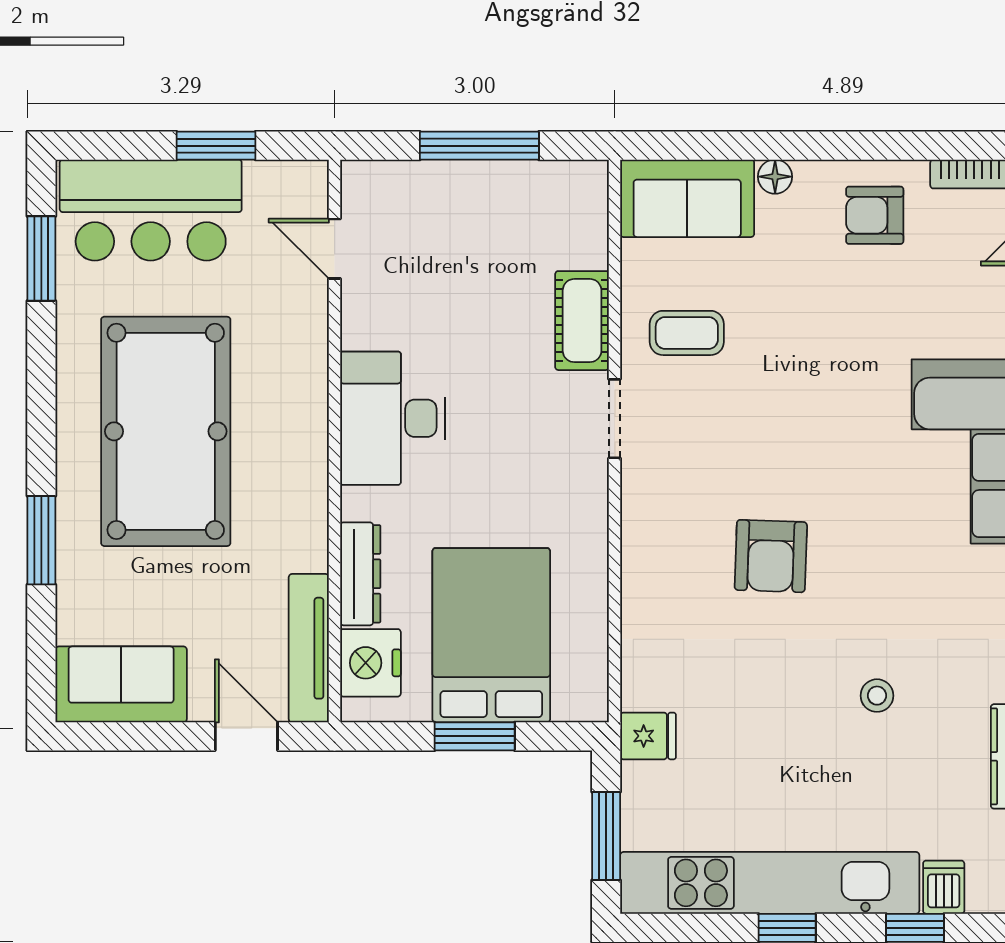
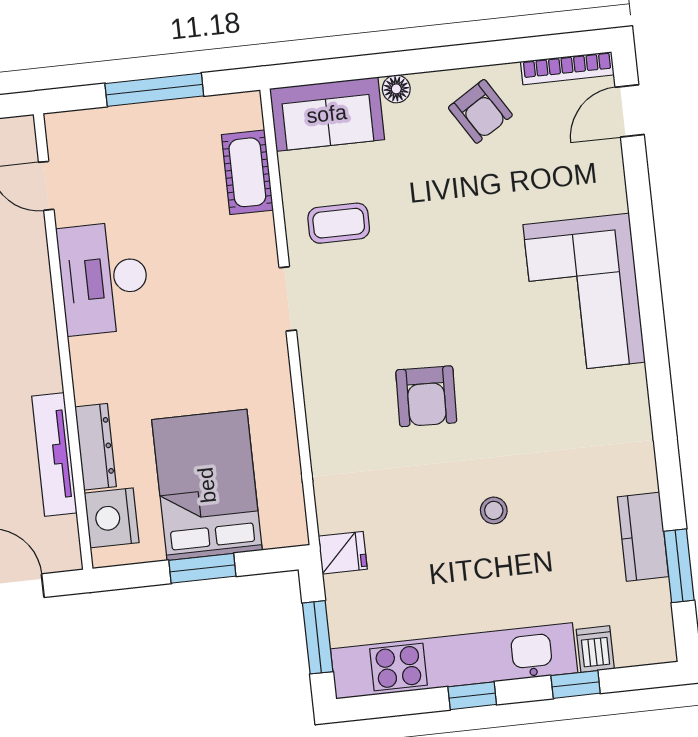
armchair: (875, 215) -> (480, 111), turned -122
cot: (582, 321) -> (247, 172), moved
desk: (393, 418) -> (104, 278), moved
tv unit: (309, 648) -> (54, 455), moved
stool: (877, 696) -> (494, 510), moved

